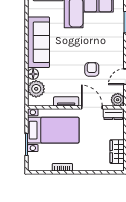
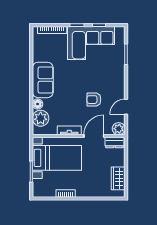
sofa: (39, 42) -> (43, 80), width x0.73
armchair: (92, 69) -> (94, 100), turned -90
door: (92, 107) -> (94, 136), hinge flipped

